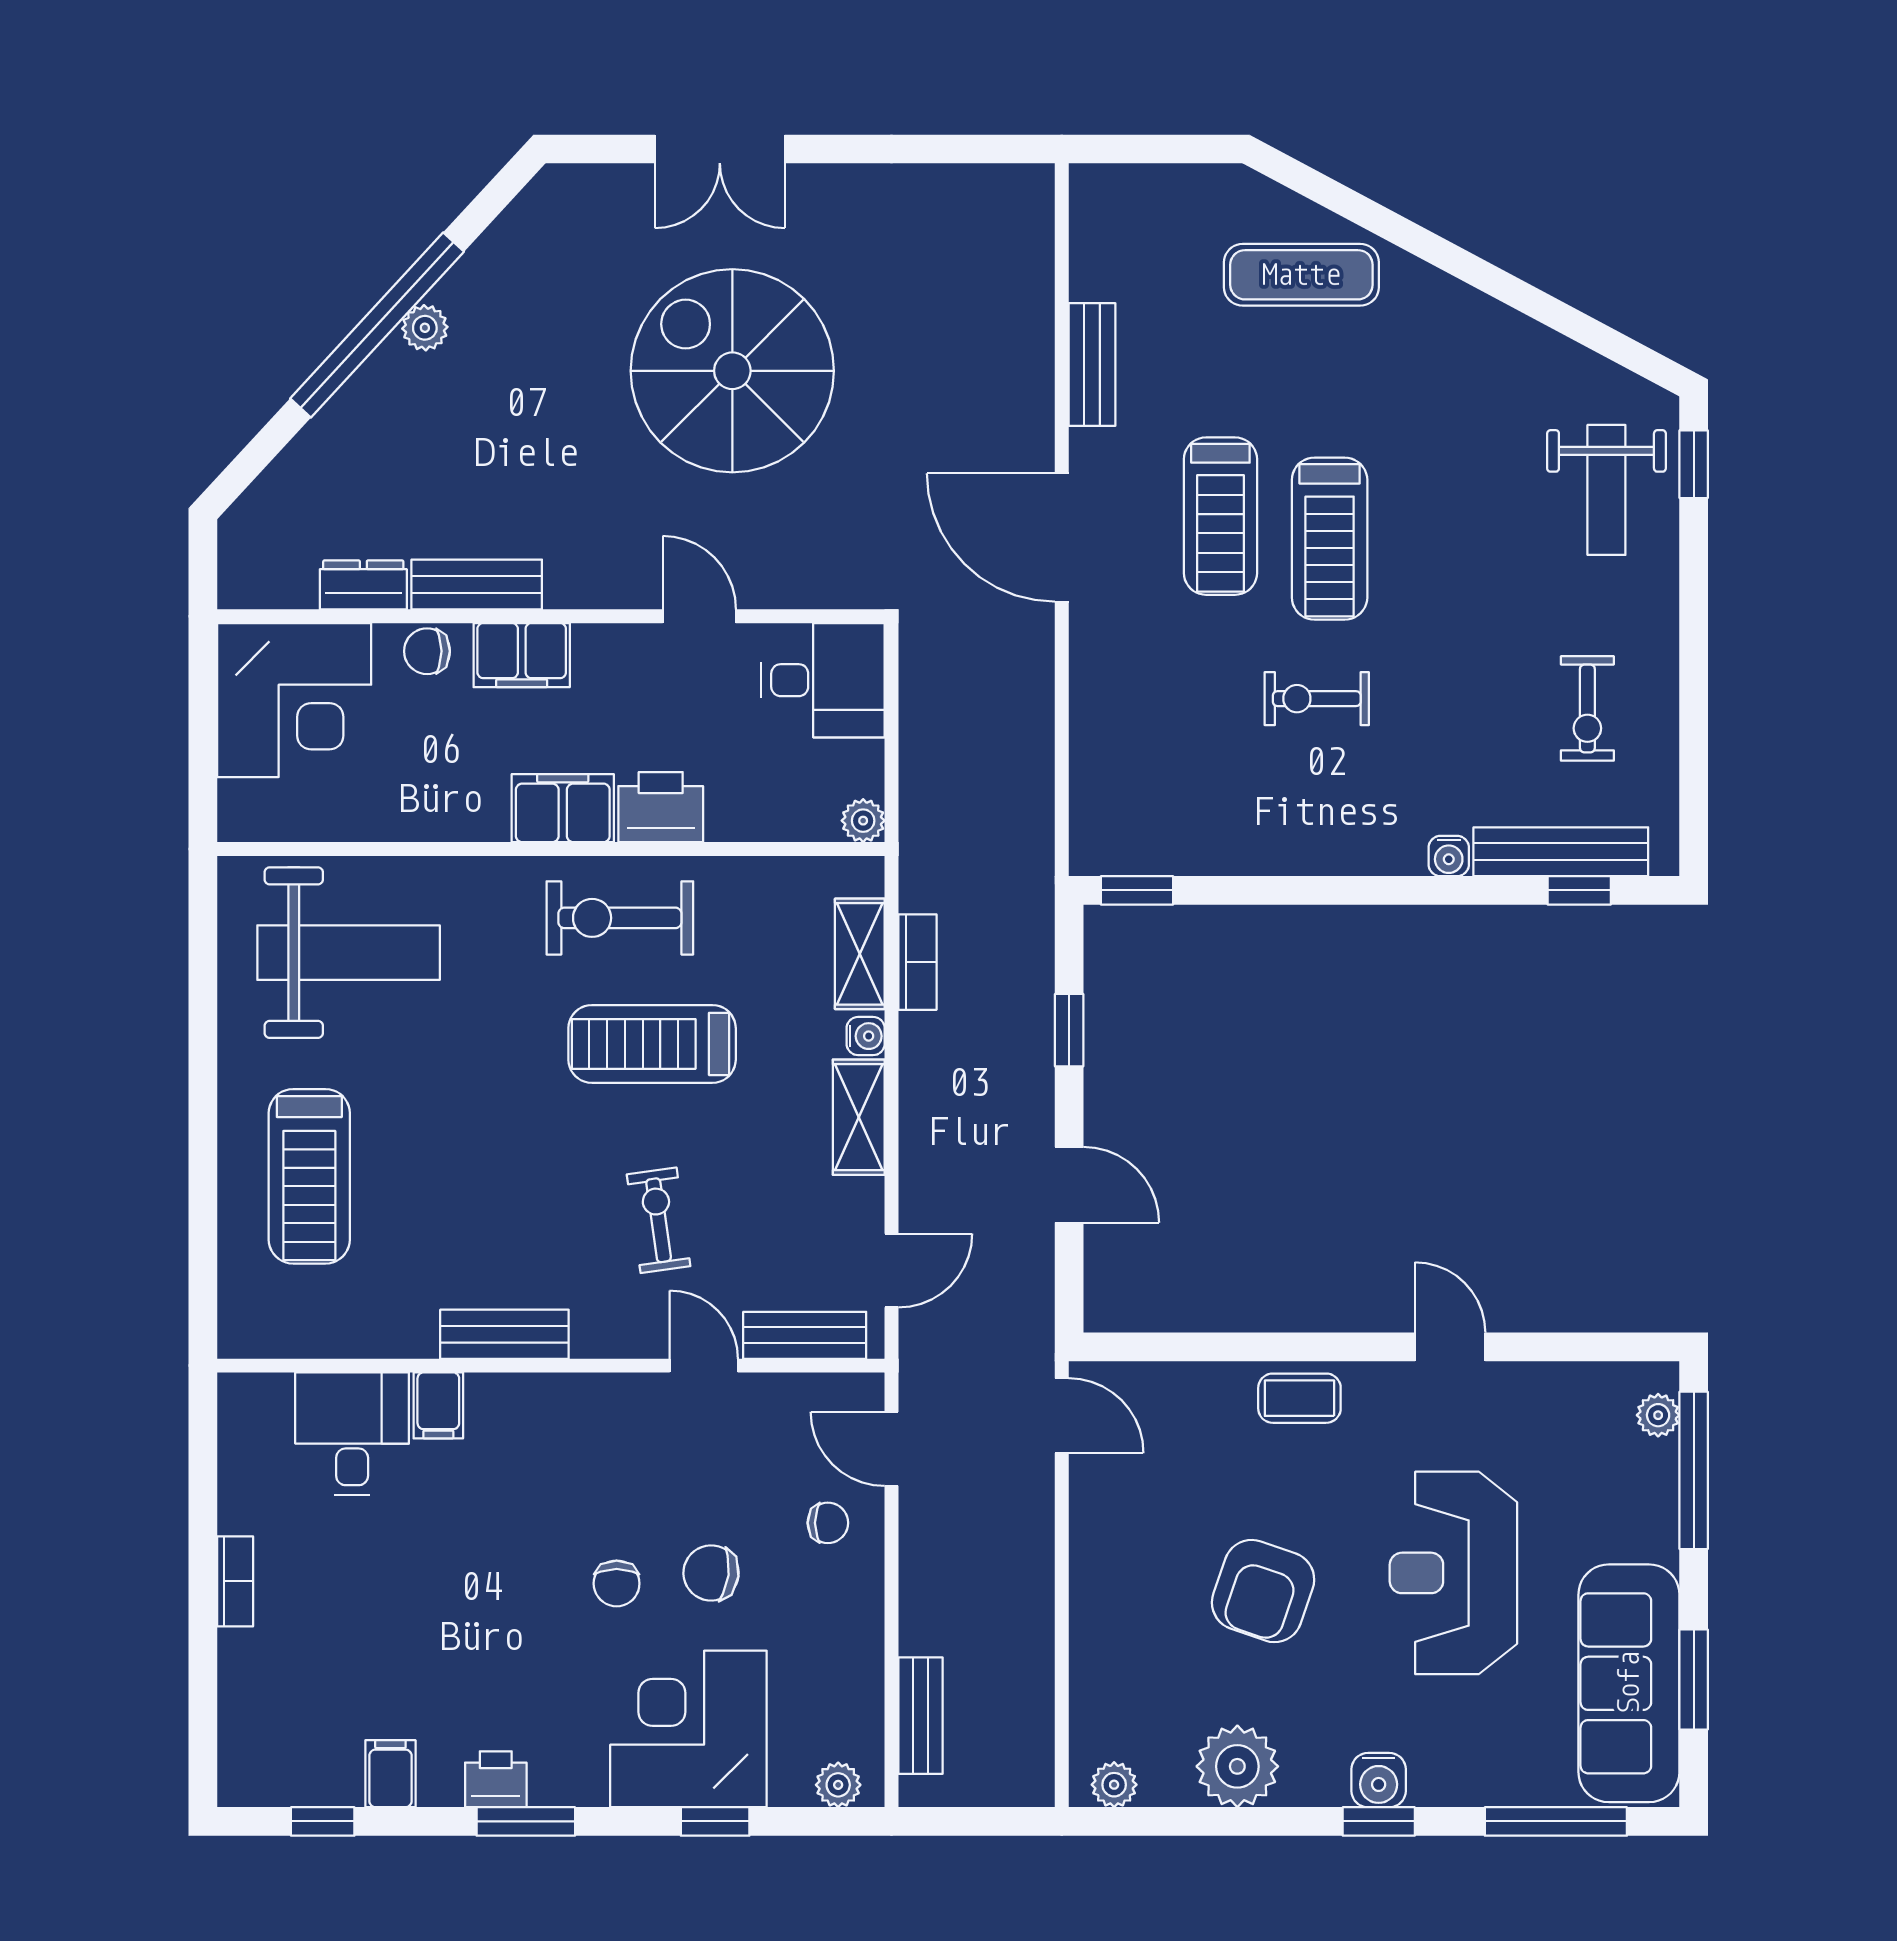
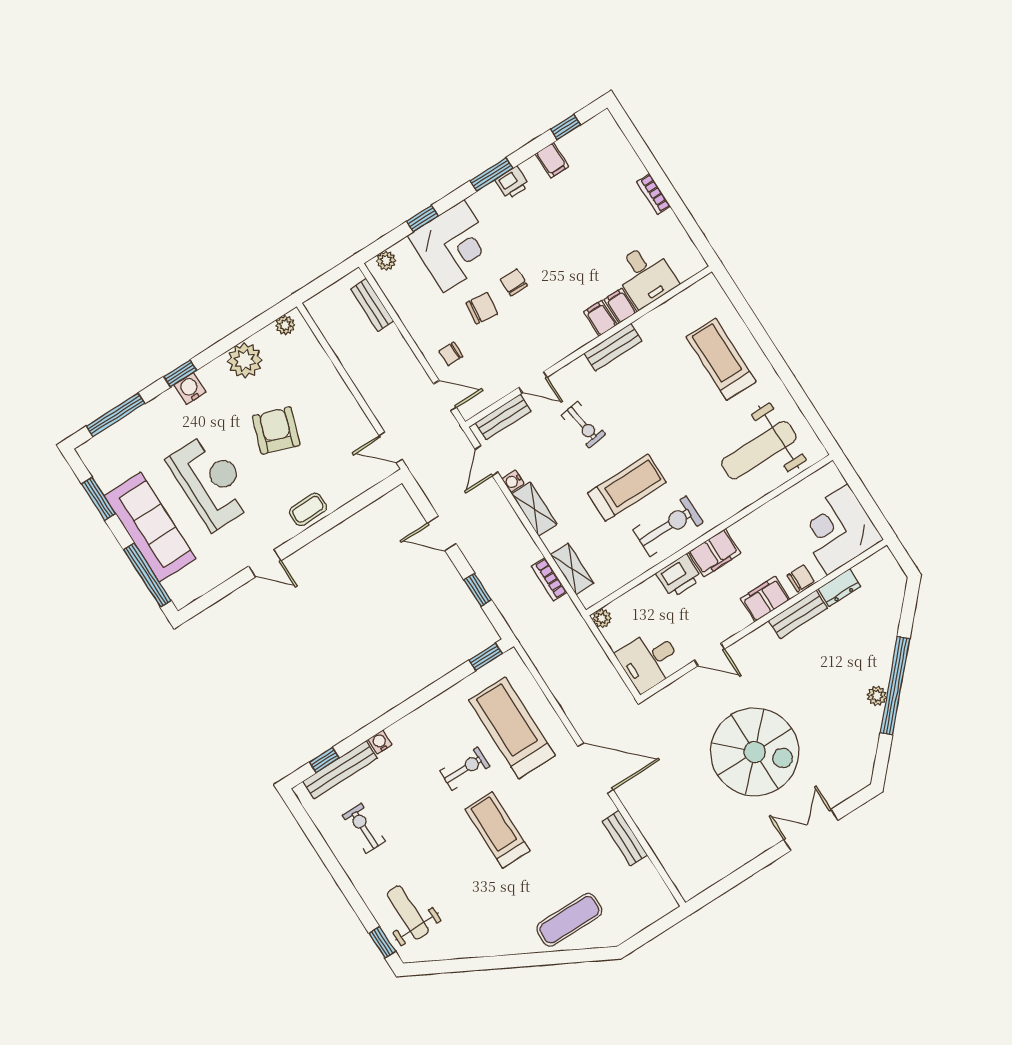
treadmill: (1220, 516) -> (512, 728), moved, width x1.37, depth x1.38
water cooler: (866, 1036) -> (513, 481), moved
filing cabinet: (493, 1406) -> (600, 318), added
plant: (1658, 1415) -> (173, 587), removed
sofa: (1629, 1683) -> (150, 527), moved

